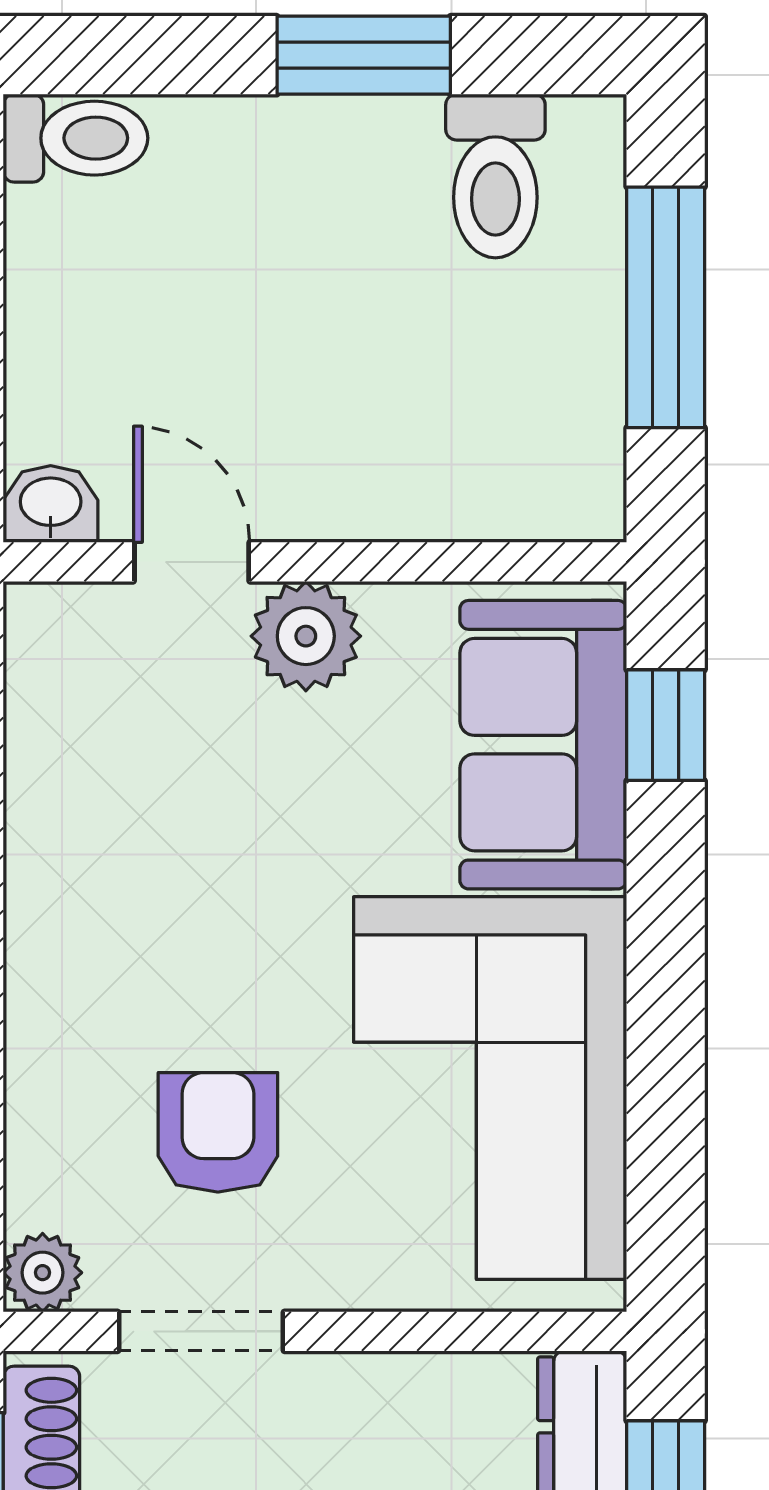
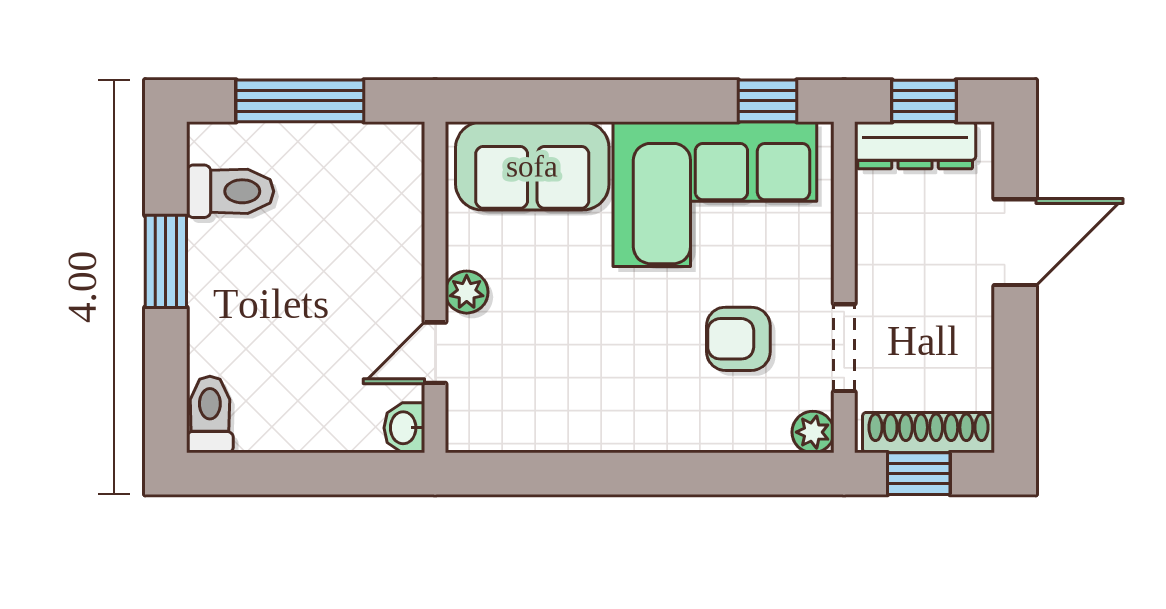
plant: (306, 636) -> (467, 292), width x0.73, depth x0.73
window: (666, 725) -> (767, 101), moved

